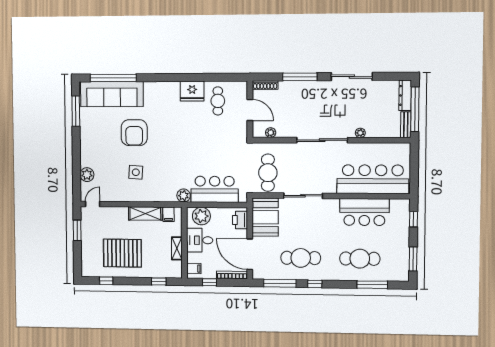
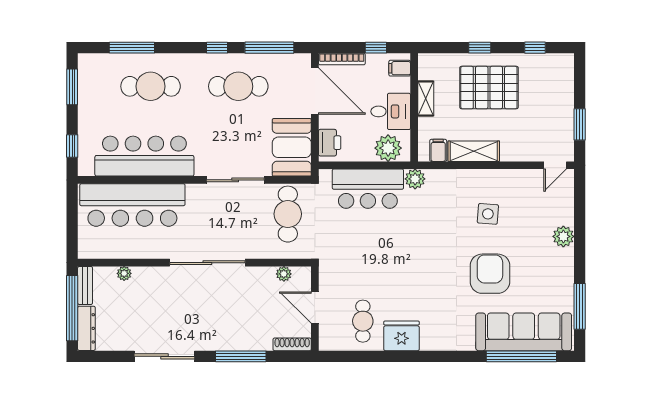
plant: (360, 133) -> (124, 273), moved
plant: (87, 175) -> (563, 236), moved
bar counter: (364, 212) -> (144, 156), width x1.36
pallet: (122, 253) -> (489, 88), moved
window: (159, 281) -> (480, 48), moved

